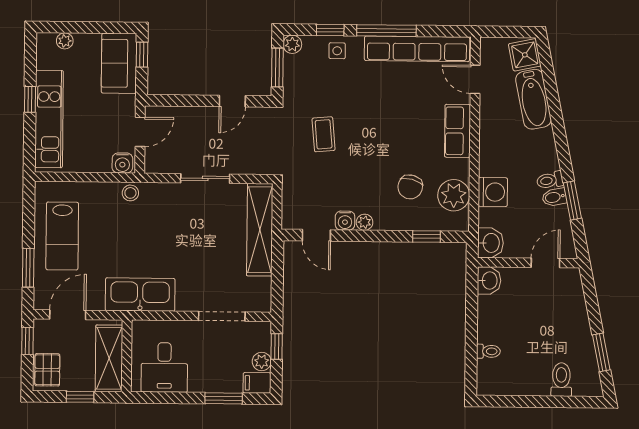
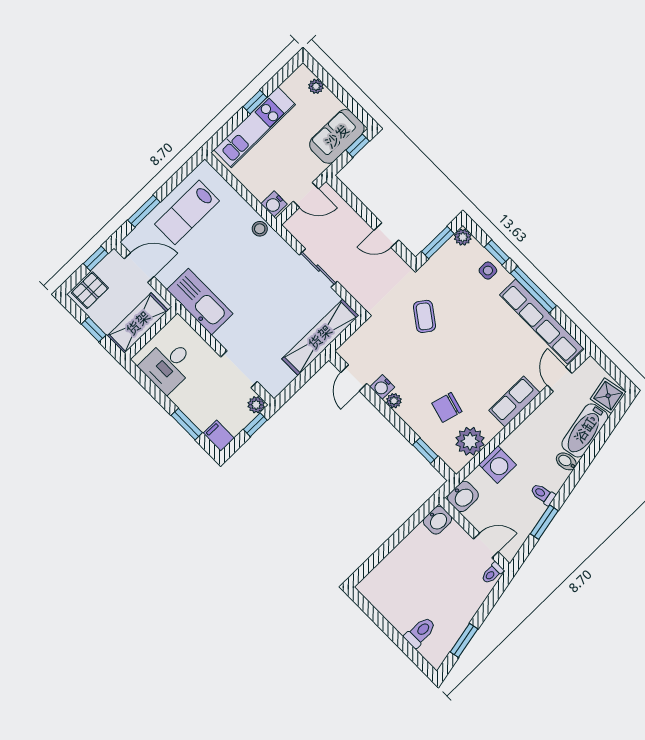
coffee table: (324, 134) -> (424, 316), turned -49
bidet: (554, 197) -> (566, 461), moved
toilet: (488, 351) -> (492, 573), moved, turned 90
plant: (262, 362) -> (256, 405), moved

